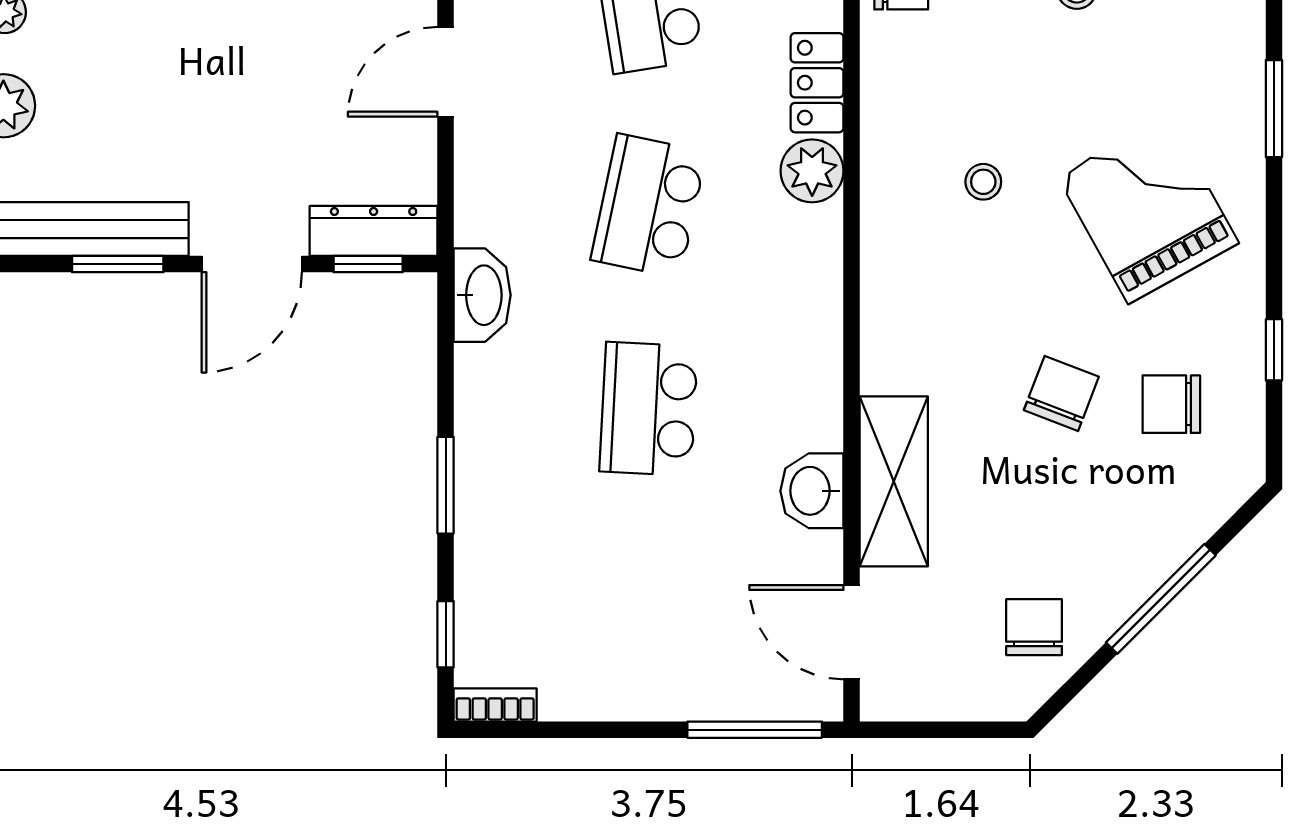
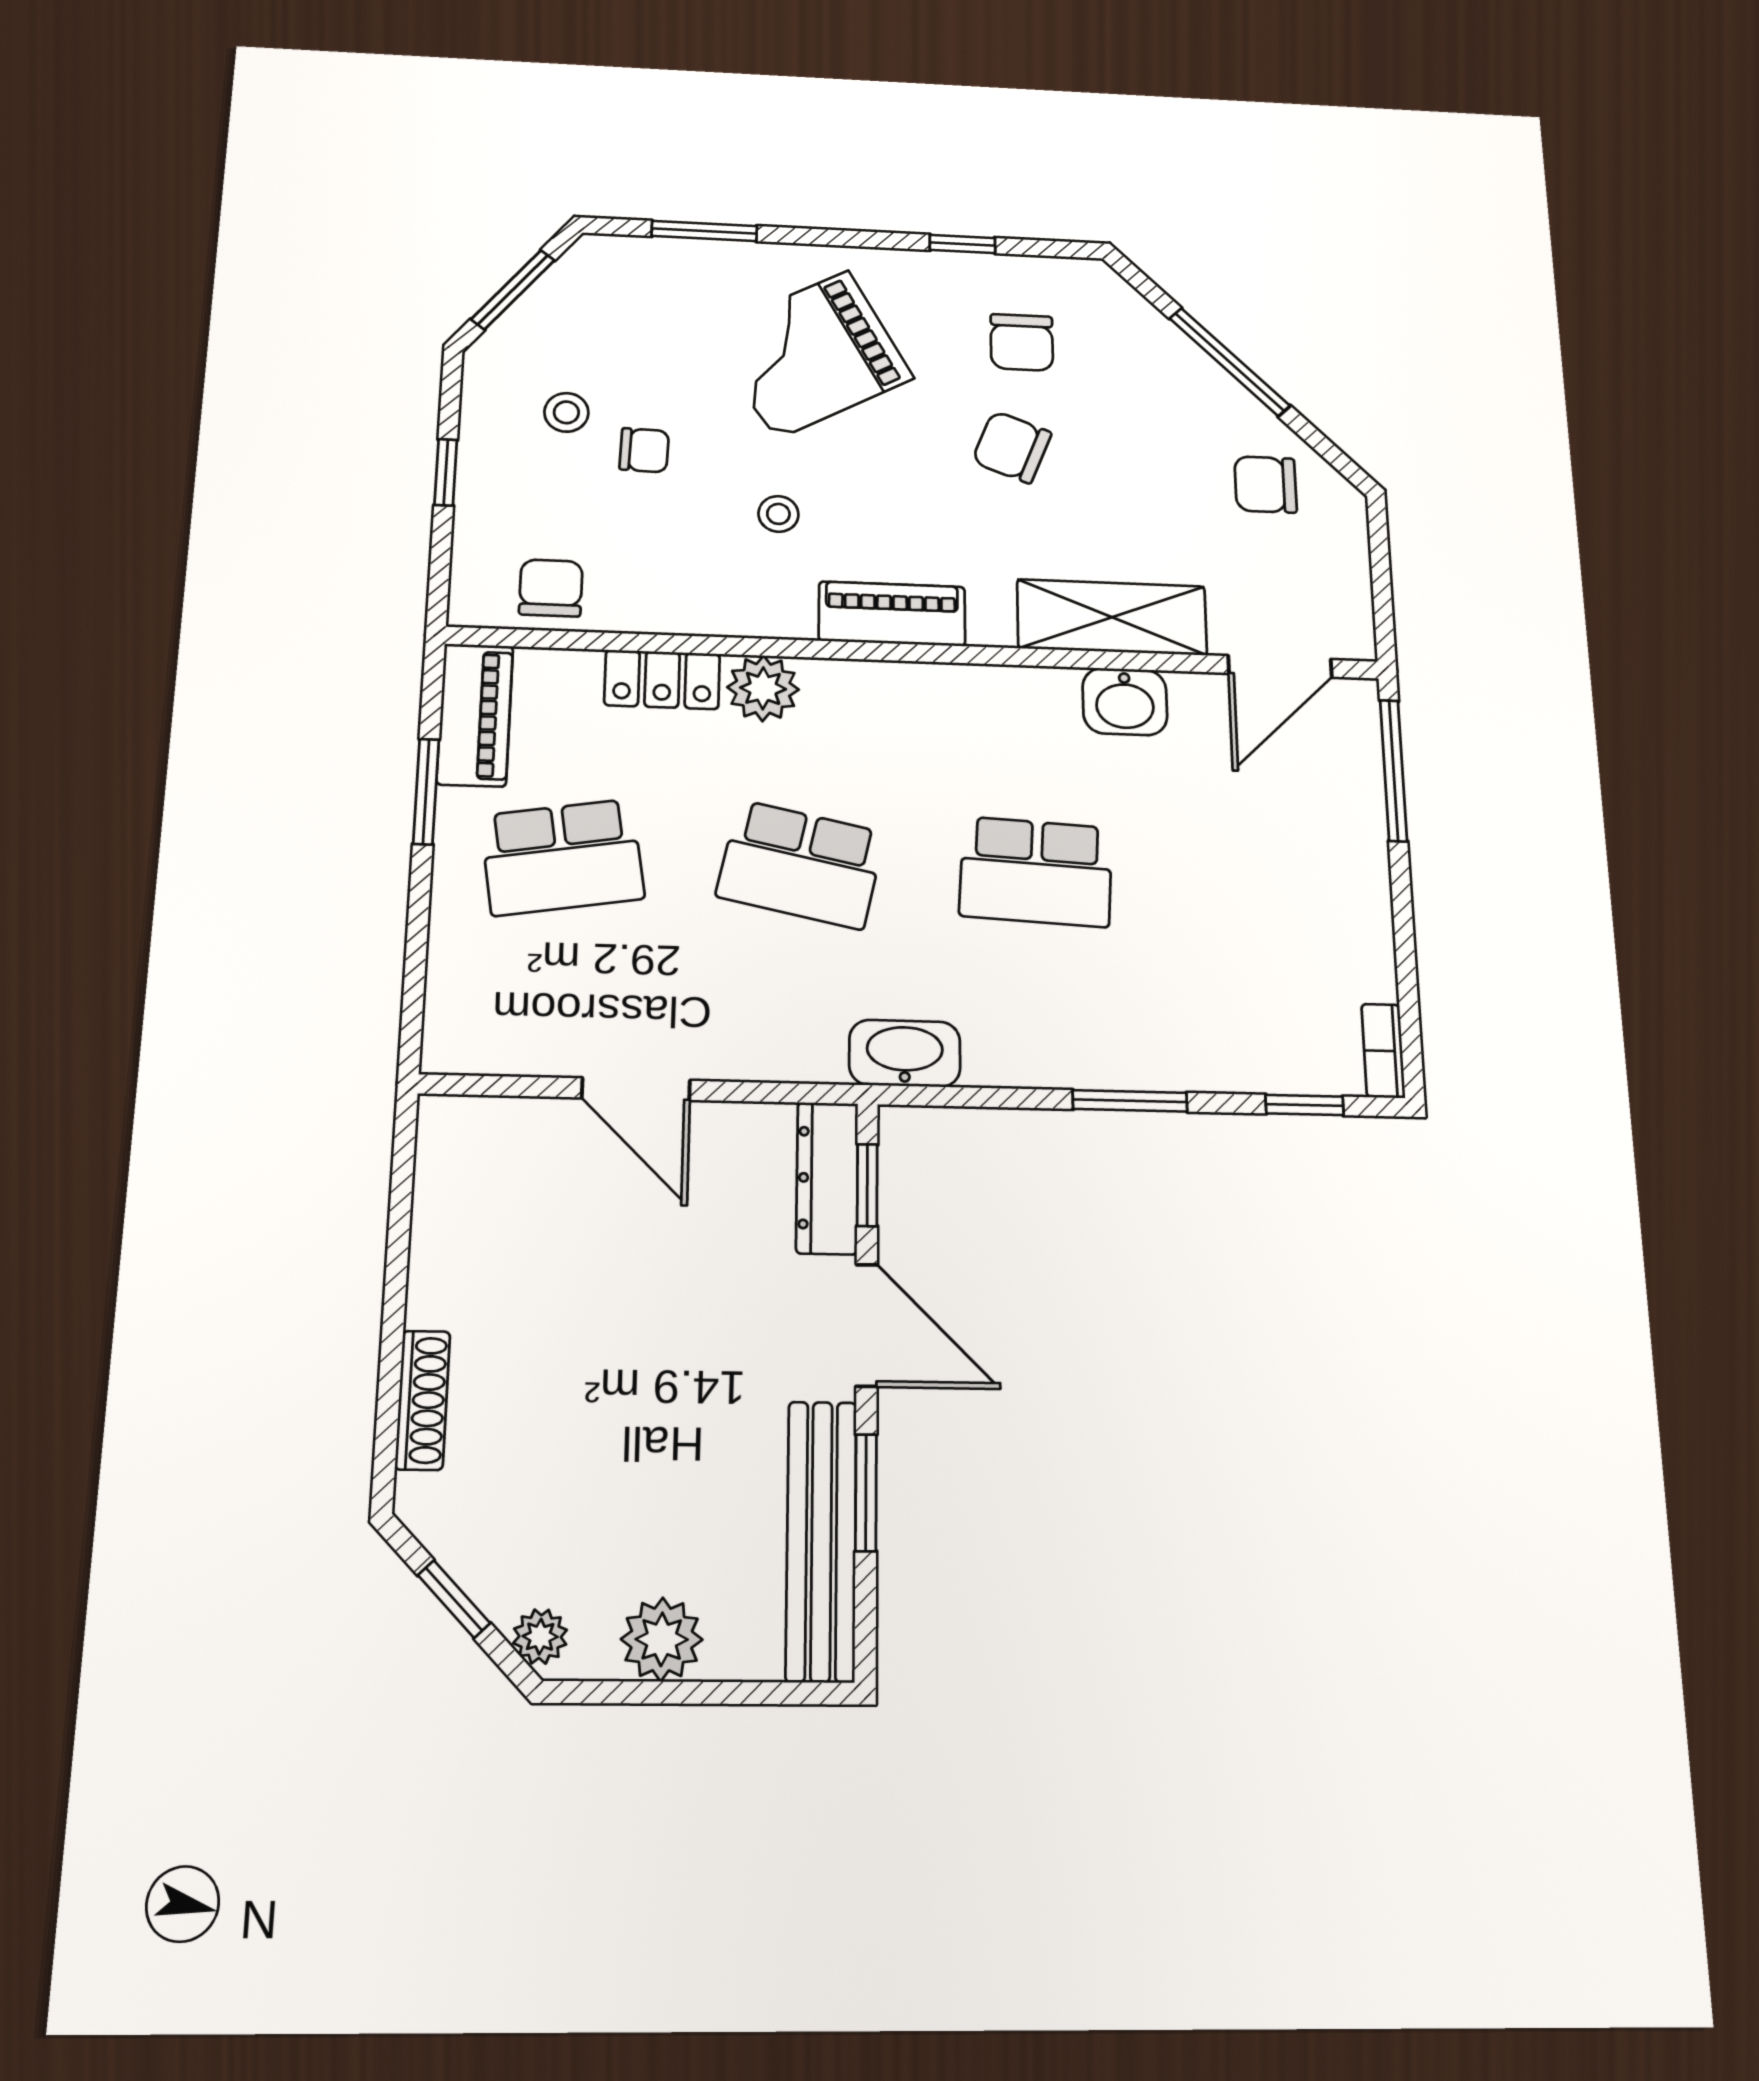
chair: (1042, 60) -> (644, 450), added
piano: (889, 284) -> (892, 614), added

